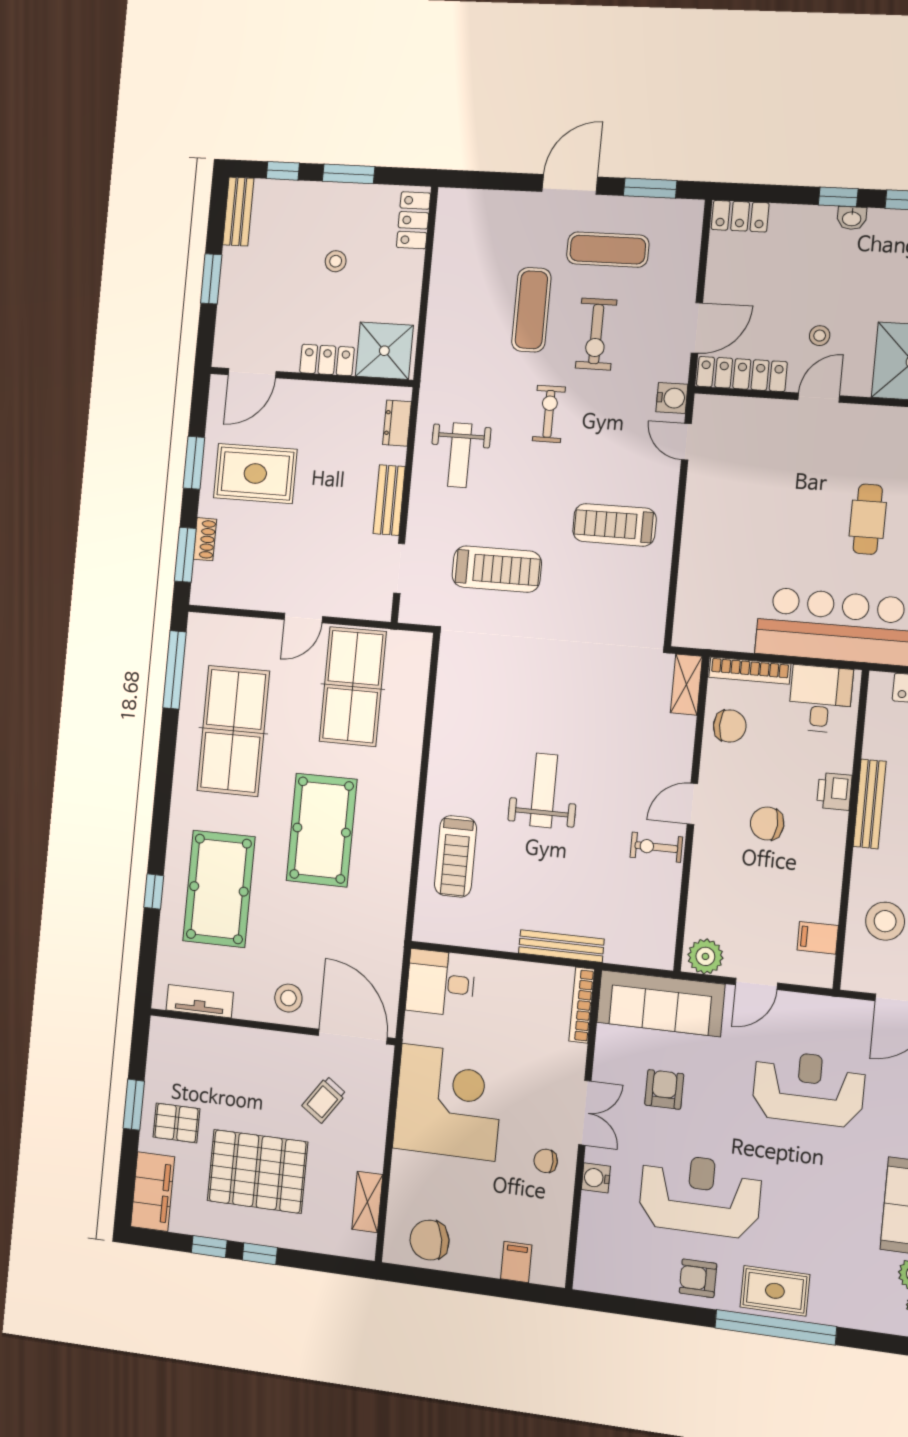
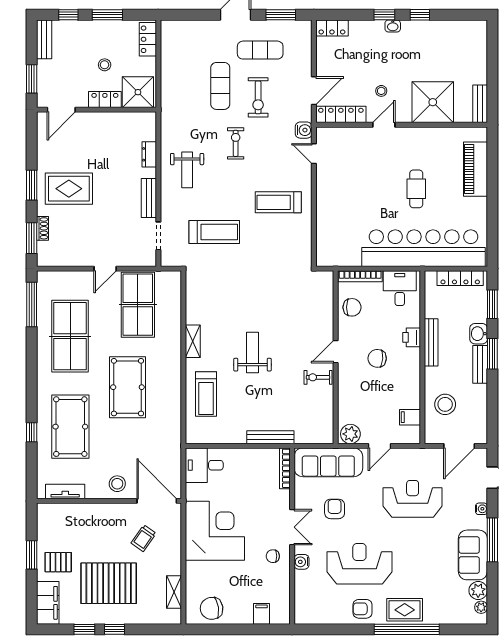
shower: (384, 351) -> (138, 92), moved
locker: (327, 360) -> (105, 99), moved
door: (252, 373) -> (61, 110), moved
wall: (311, 377) -> (96, 110), moved
shelving: (686, 685) -> (193, 341), moved

